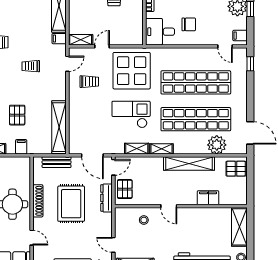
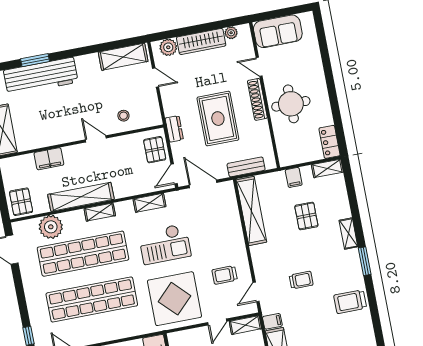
shelving: (161, 149) -> (100, 212), moved
pallet: (236, 169) -> (21, 202), turned 90
dresser: (107, 198) -> (174, 129), width x0.70
shoe rack: (38, 201) -> (257, 99), moved

